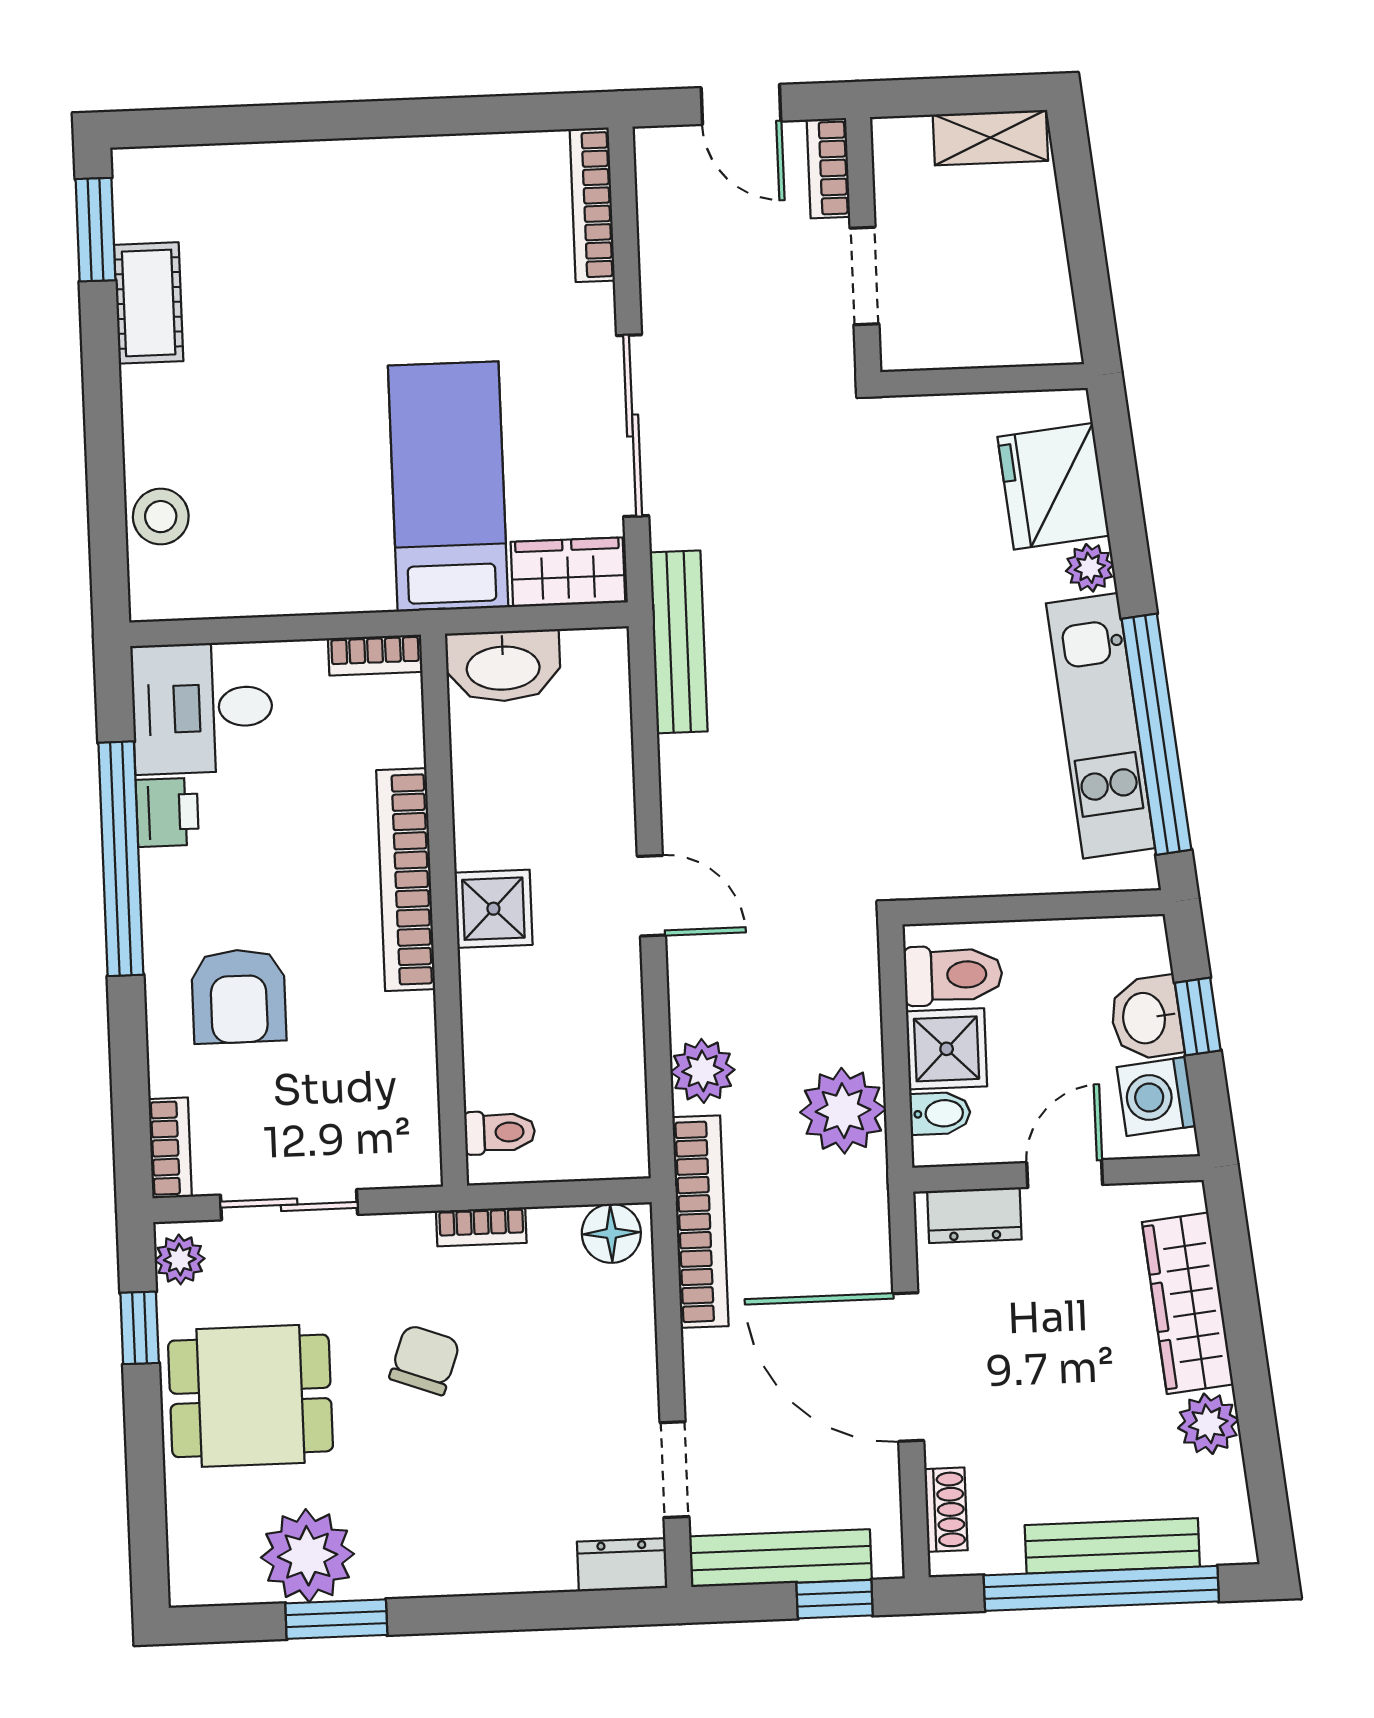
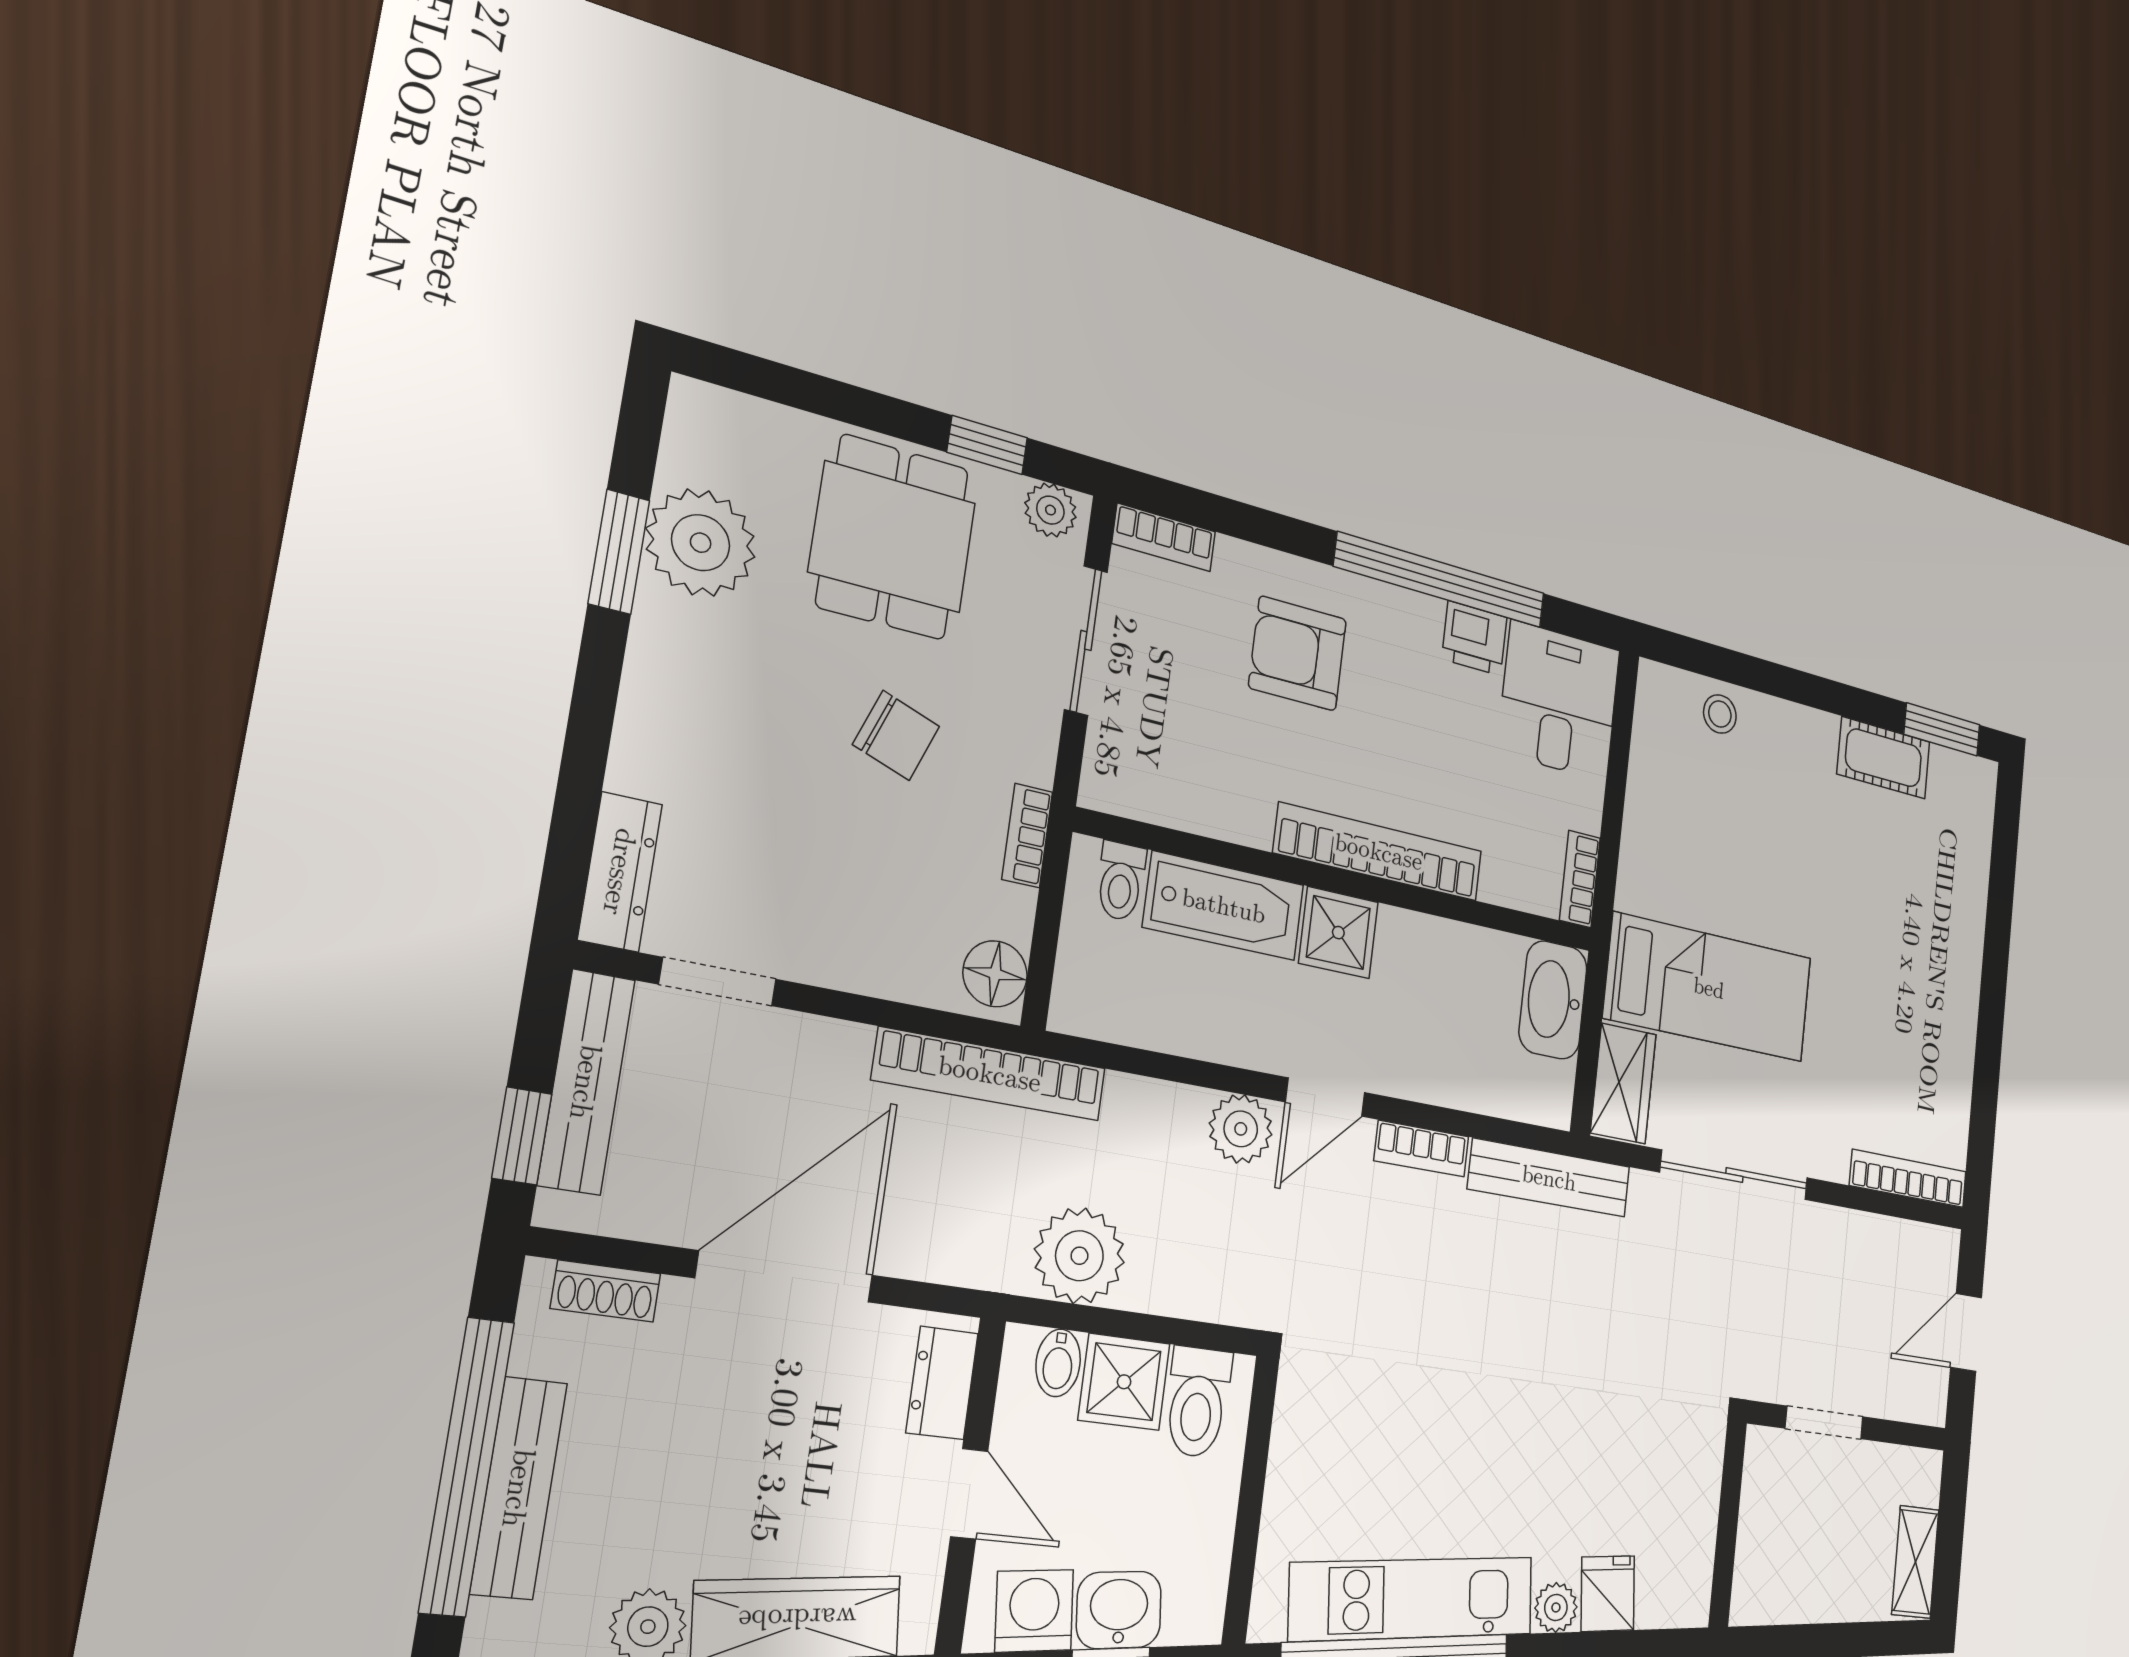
bookcase: (828, 168) -> (1421, 1149), moved, turned 180
fridge: (1053, 486) -> (1608, 1594), width x0.53, depth x0.75
stool: (161, 517) -> (1720, 714), width x0.73, depth x0.73
bathtub: (497, 1029) -> (1224, 906), added
plant: (703, 1071) -> (1241, 1129), moved
dresser: (622, 1565) -> (620, 872), width x1.44

